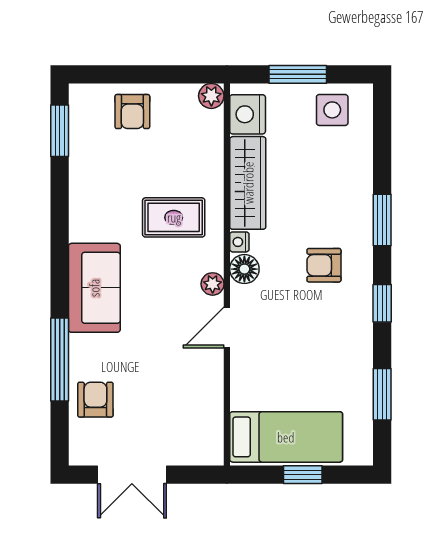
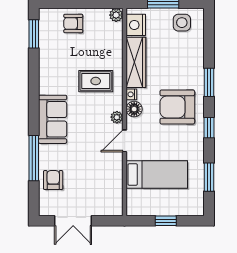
armchair: (132, 112) -> (73, 23), turned 90
armchair: (324, 265) -> (177, 107), width x1.88, depth x1.88
bed: (286, 437) -> (157, 174), moved

